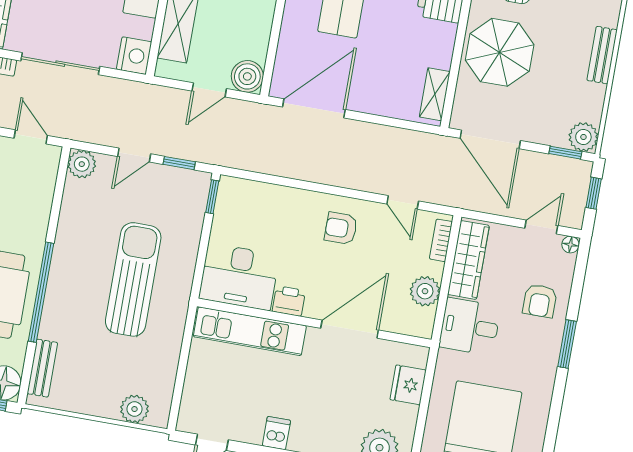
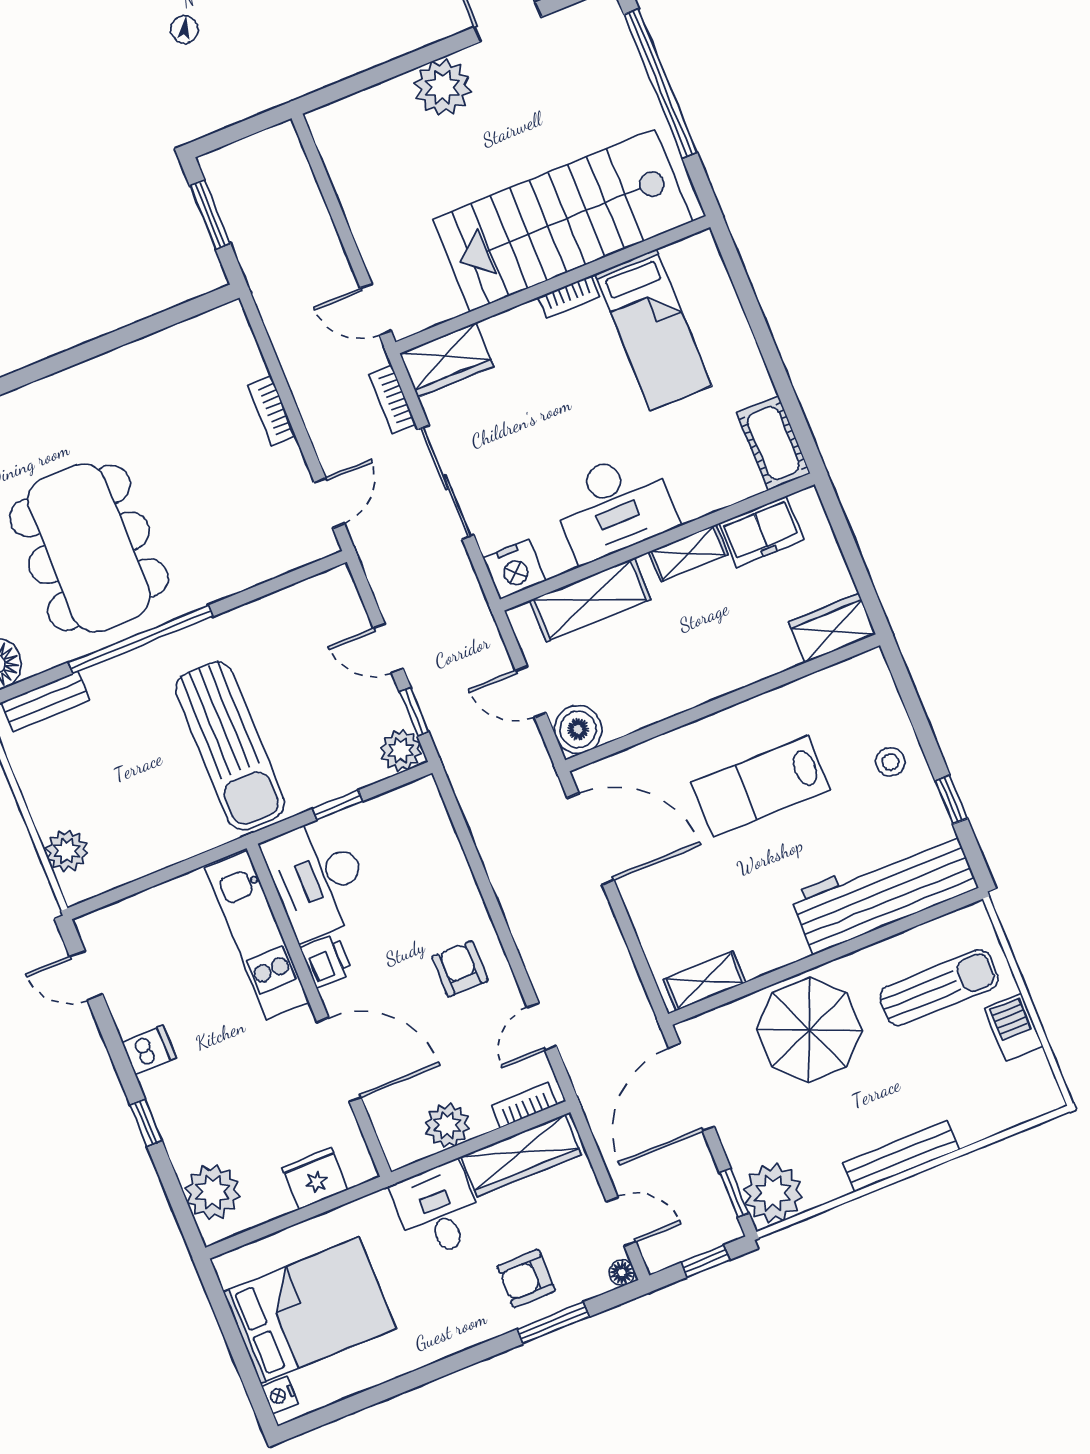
bench: (602, 55) -> (901, 1156), width x1.36
plant: (583, 137) -> (773, 1193), width x1.36, depth x1.36
plant: (82, 164) -> (401, 750), moved
window: (212, 197) -> (338, 805), moved
sun lounger: (133, 279) -> (230, 746), turned 90
window: (567, 344) -> (553, 1323), moved

